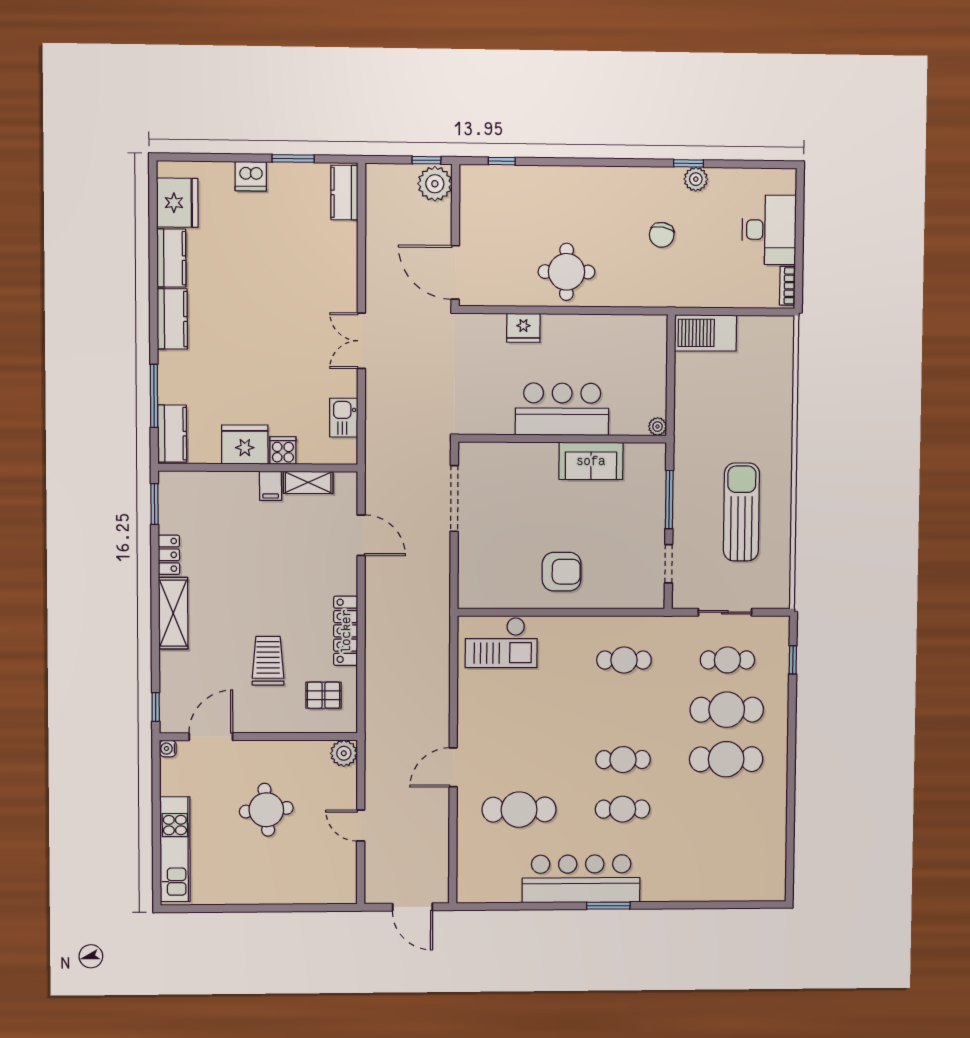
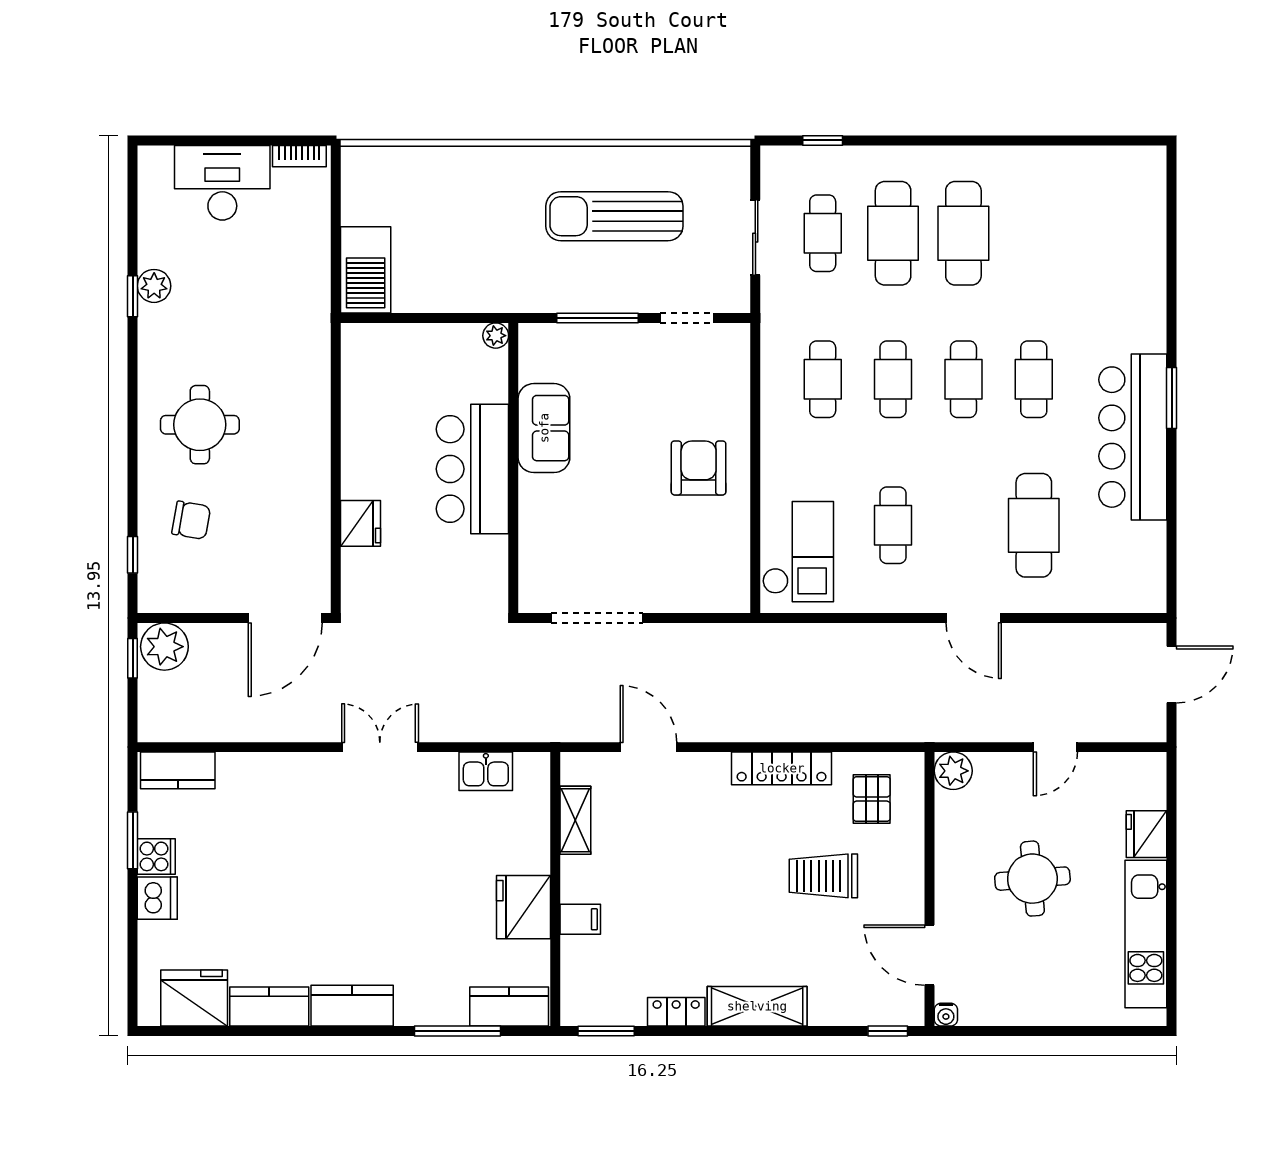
chair: (662, 235) -> (191, 520), moved
round table: (567, 272) -> (200, 425), moved
double door: (361, 341) -> (380, 747), swing flipped
cooker: (283, 450) -> (156, 856), moved, turned 180
filing cabinet: (271, 486) -> (580, 919), moved
door: (361, 535) -> (649, 747), hinge flipped
cafe table: (520, 710) -> (893, 525), added
cafe table: (623, 710) -> (893, 379), added
kitchen unit: (175, 849) -> (1146, 934), moved, turned -90
fridge: (298, 890) -> (1147, 834), added

